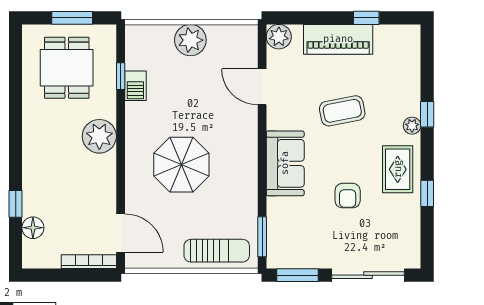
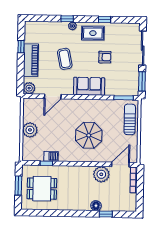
plant: (99, 136) -> (101, 174), moved
floor lamp: (33, 228) -> (96, 206), moved

